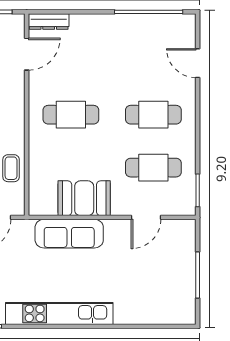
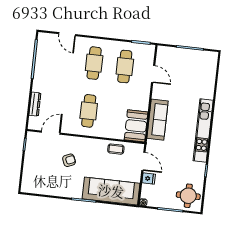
dresser: (49, 22) -> (35, 104), moved
door: (27, 54) -> (51, 133), hinge flipped
door: (198, 63) -> (67, 34), hinge flipped
booth: (84, 198) -> (136, 126), moved

